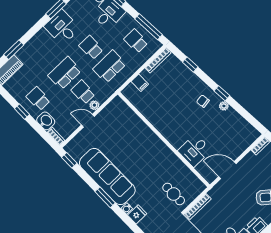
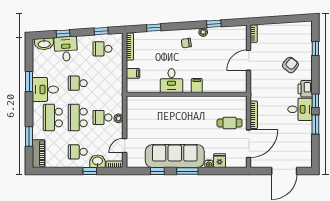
window: (149, 27) -> (101, 31), width x0.46
school desk: (109, 66) -> (53, 117), moved
window: (222, 93) -> (214, 24), moved
window: (22, 112) -> (90, 171), moved
door: (88, 121) -> (125, 146), moved
filing cabinet: (178, 141) -> (197, 85), added
desk: (195, 150) -> (171, 81), moved
window: (69, 160) -> (157, 171), moved
door: (227, 170) -> (249, 60), moved

